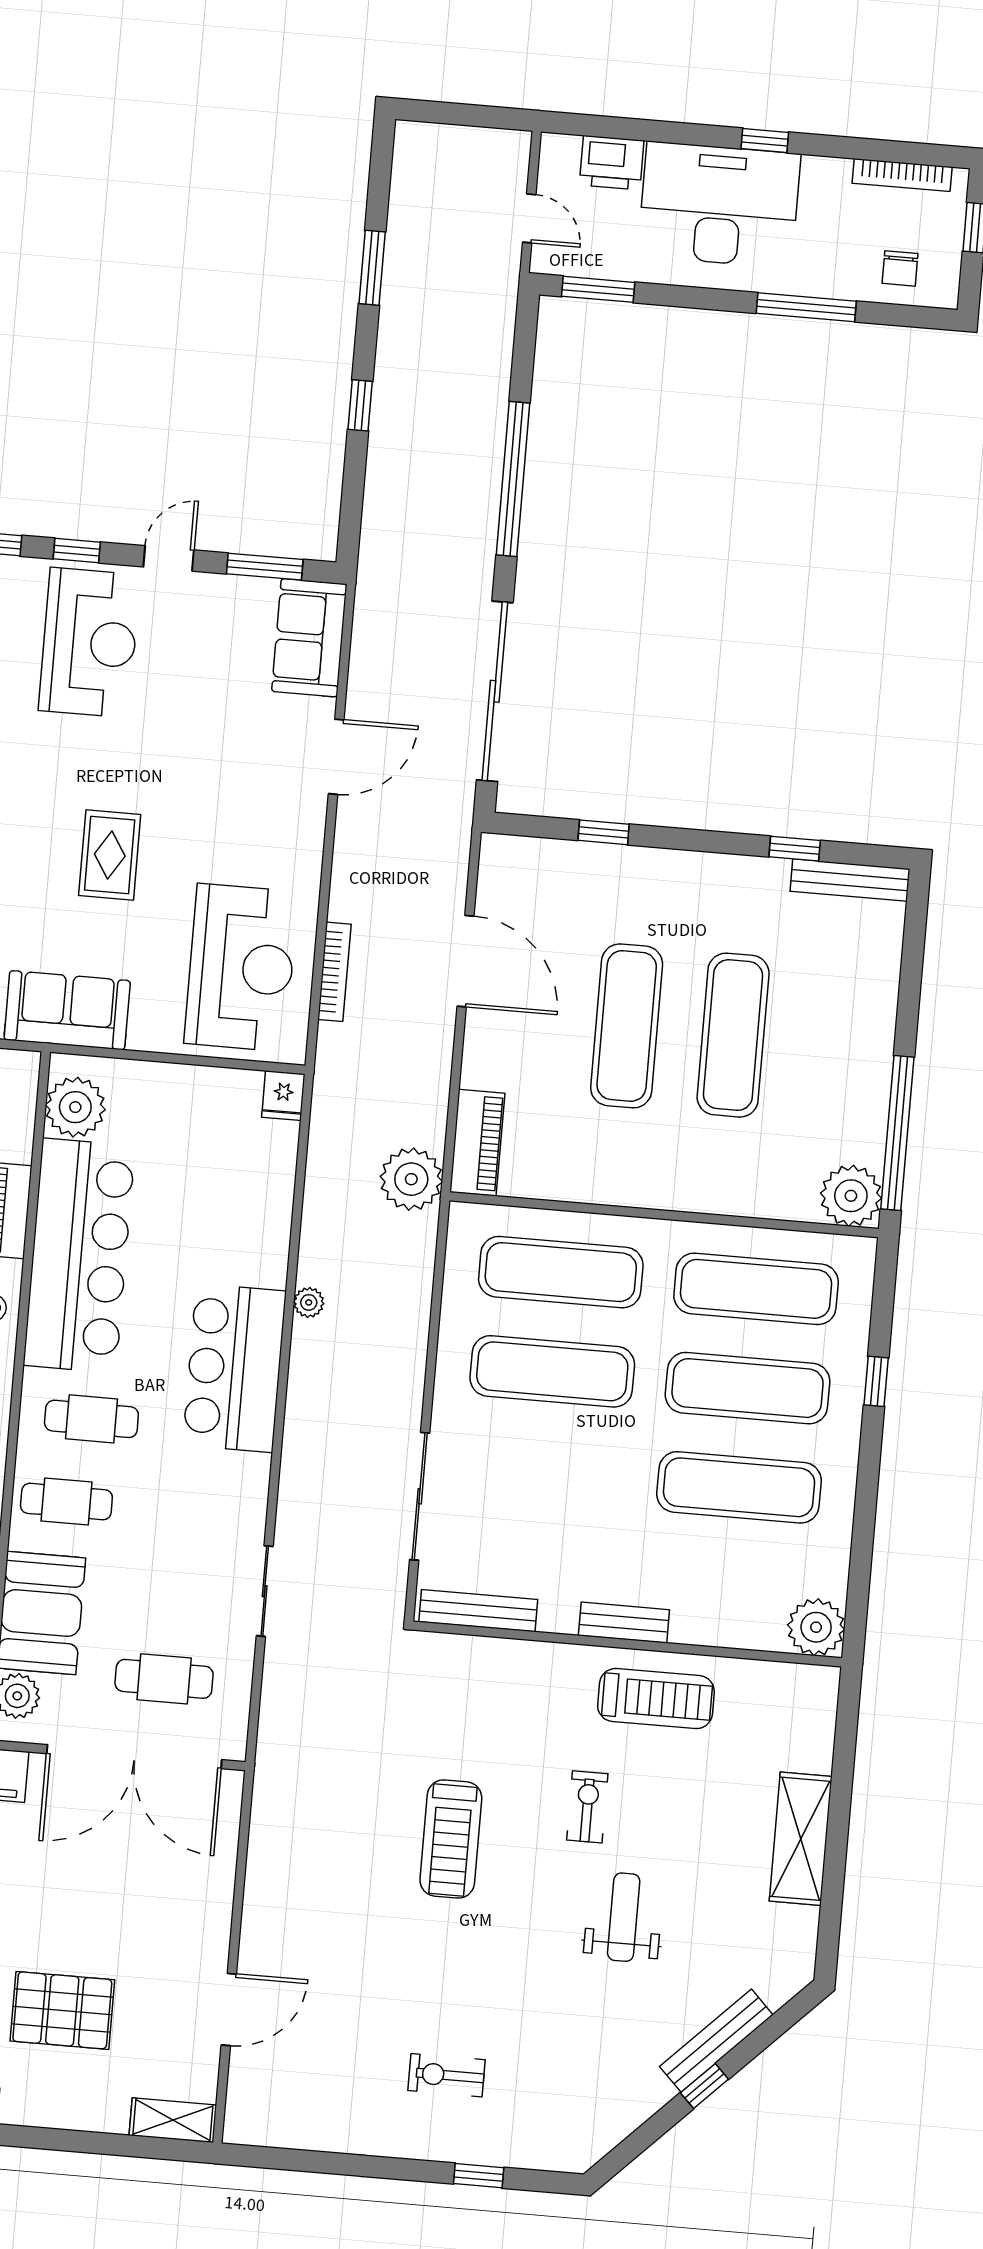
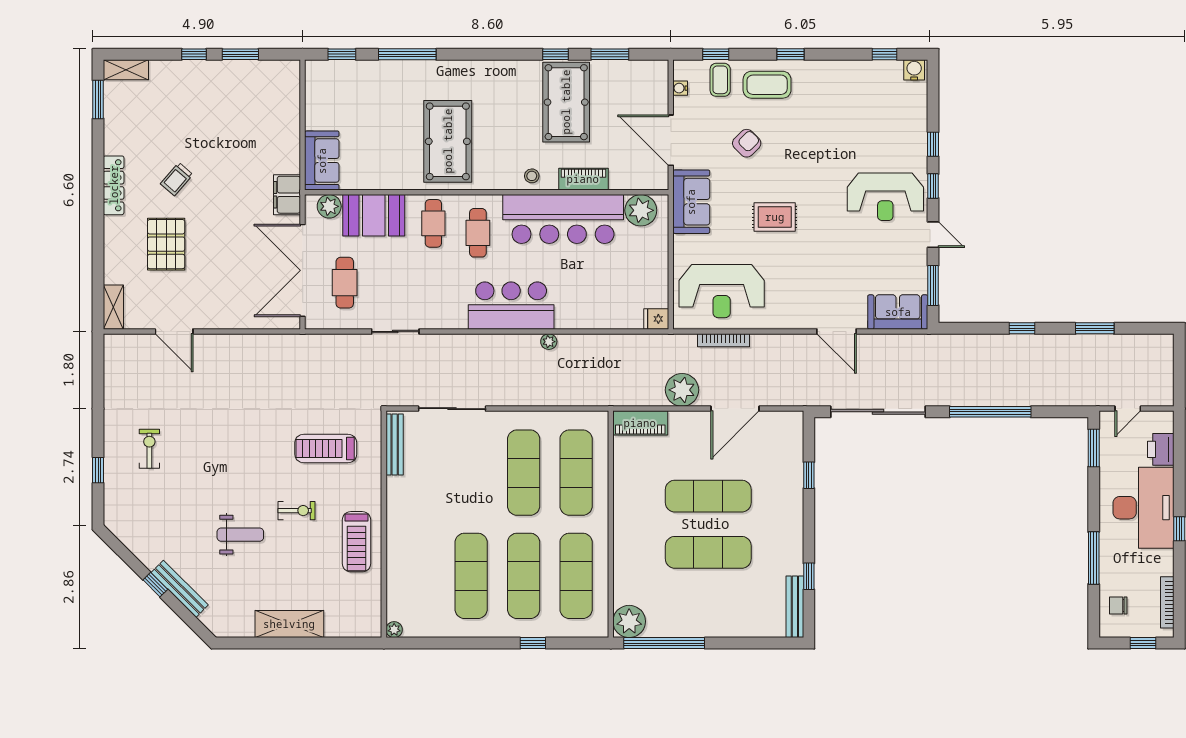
plant: (411, 1179) -> (682, 390), moved
bench: (624, 1623) -> (395, 521), removed
plant: (816, 1627) -> (394, 630), width x0.53, depth x0.53
treadmill: (451, 1839) -> (326, 448), moved

